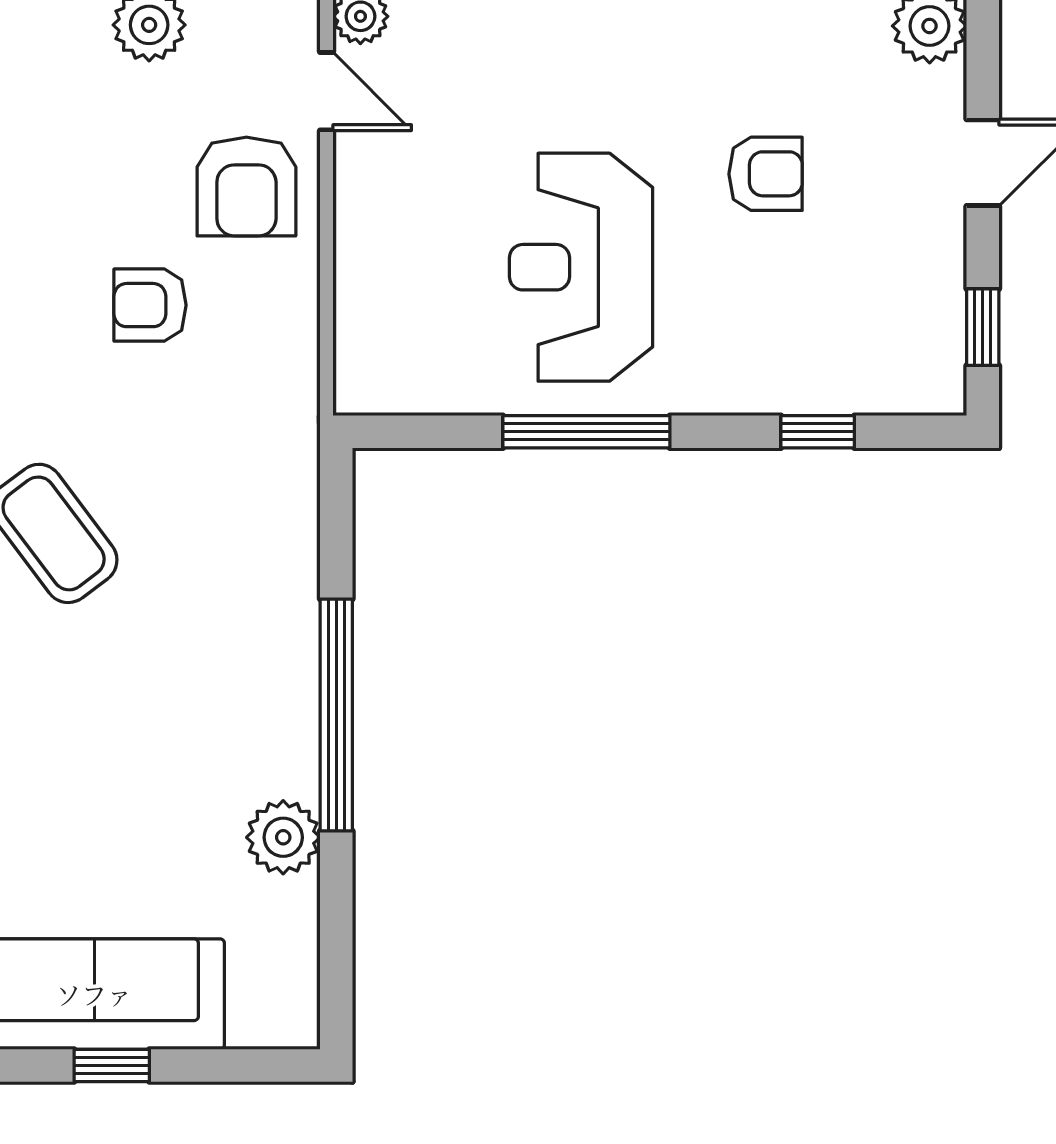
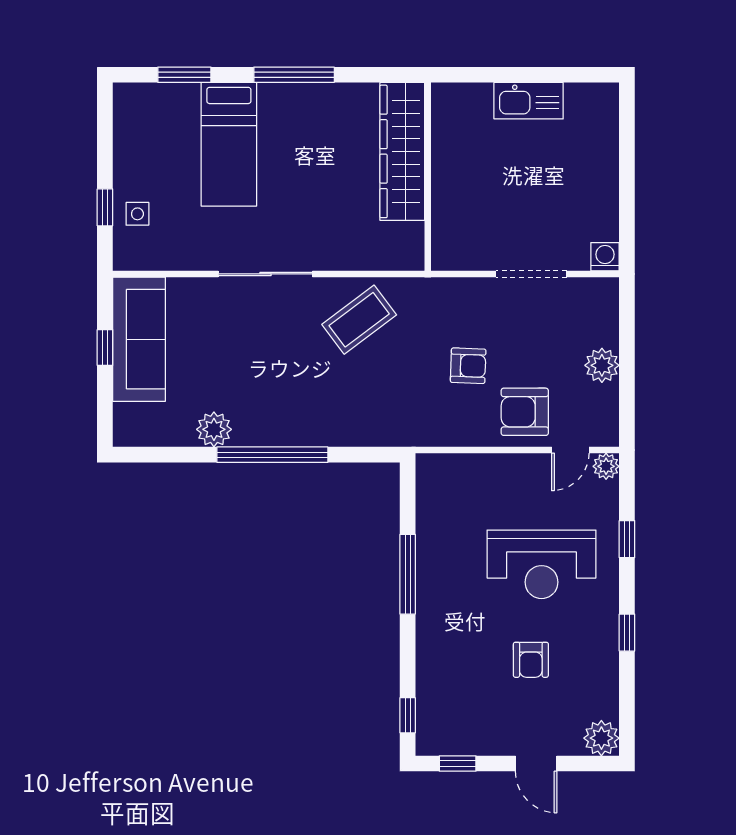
reception desk: (581, 267) -> (542, 564), moved, turned 180
armchair: (150, 305) -> (468, 366), turned 92
window: (818, 432) -> (408, 715), moved

